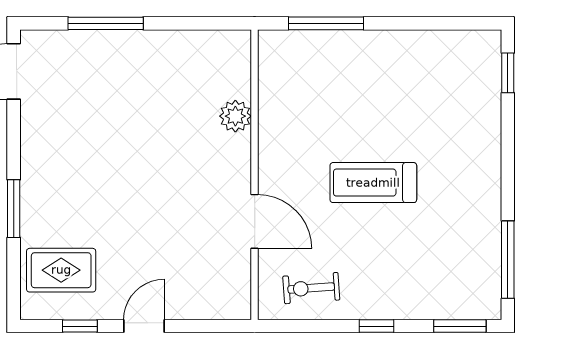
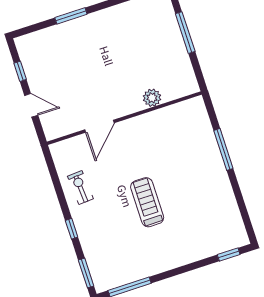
plant: (235, 116) -> (152, 98), moved
wall: (255, 175) -> (124, 118), moved
door: (255, 221) -> (99, 126), moved
rug: (61, 270) -> (46, 52), removed

